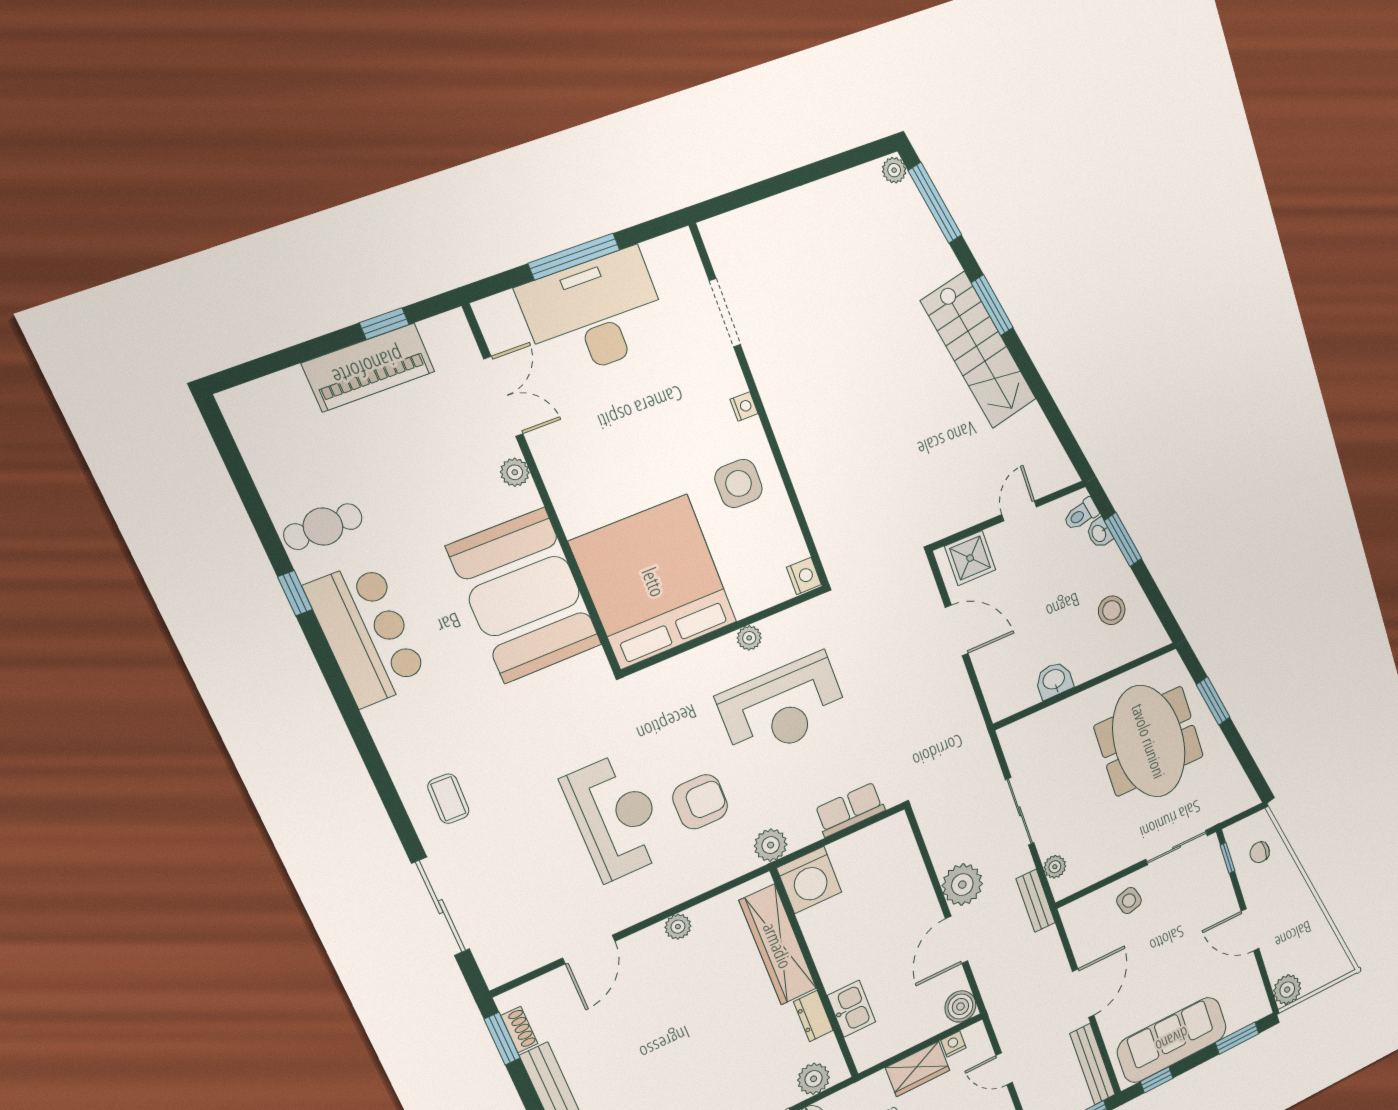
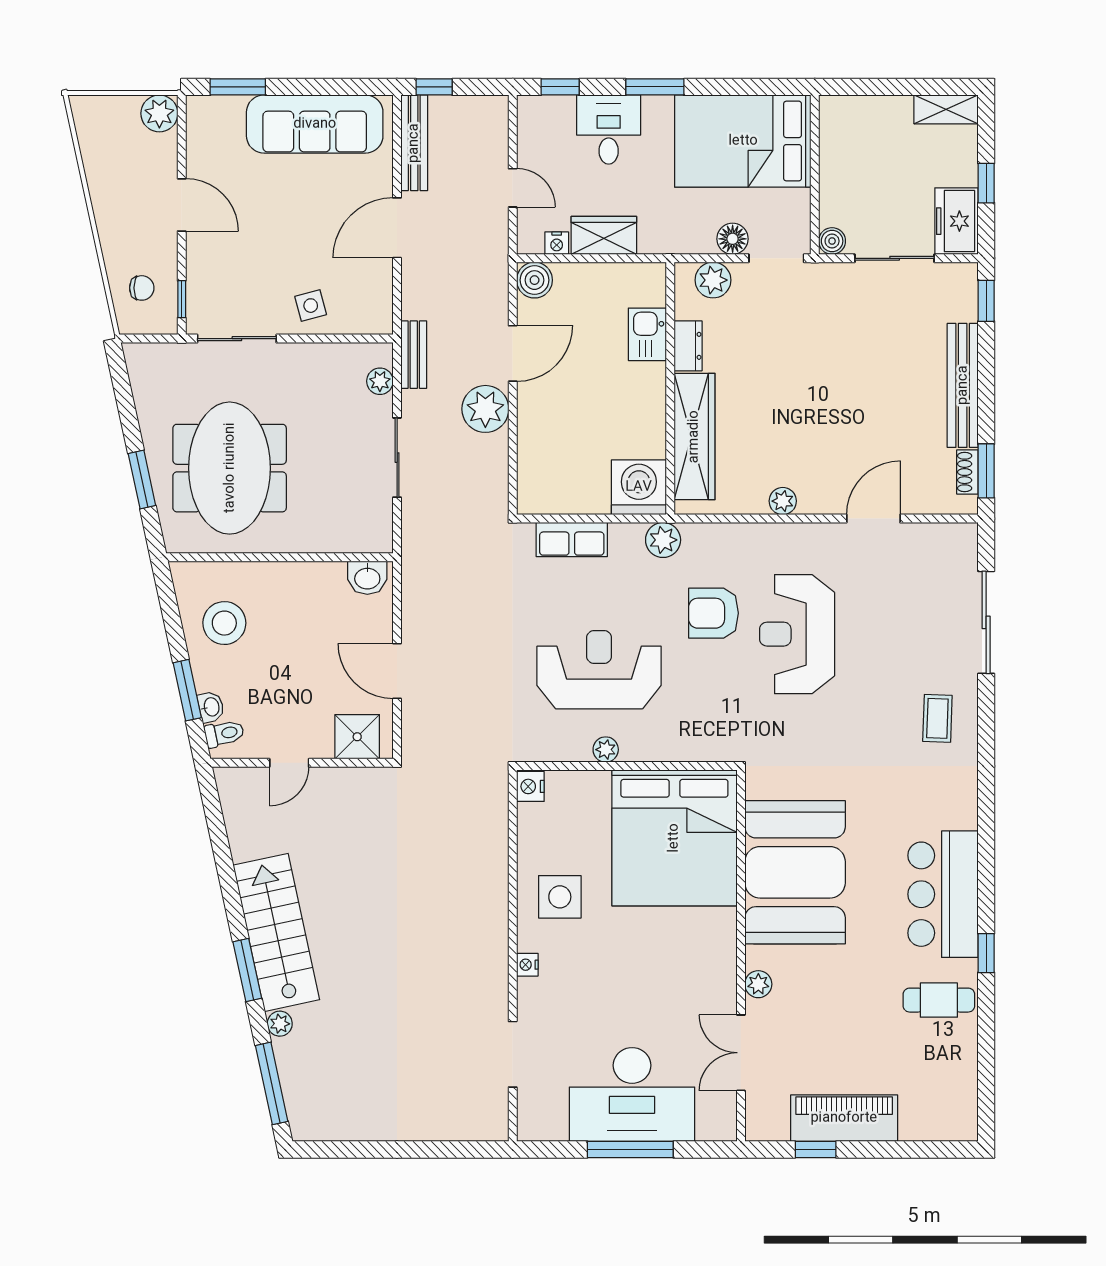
plant: (894, 170) -> (280, 1024), moved
stool: (1112, 610) -> (224, 623), width x1.38, depth x1.38
washbasin: (1054, 680) -> (367, 578), moved
window: (1157, 1080) -> (348, 87), removed

